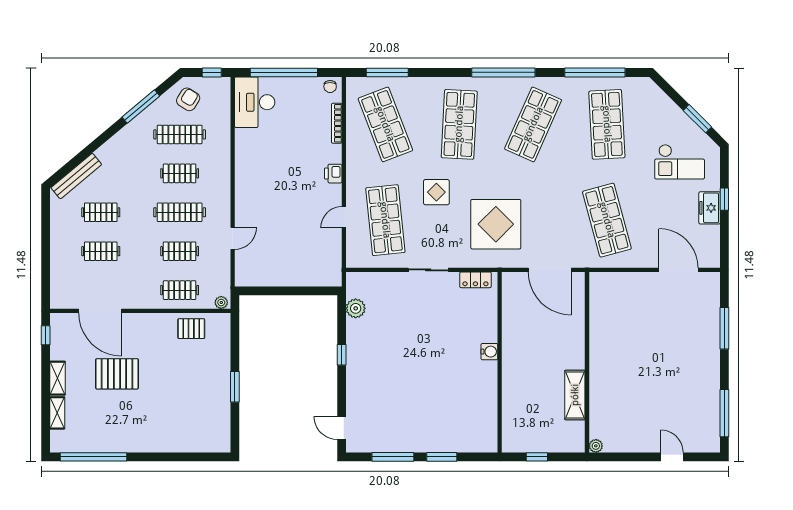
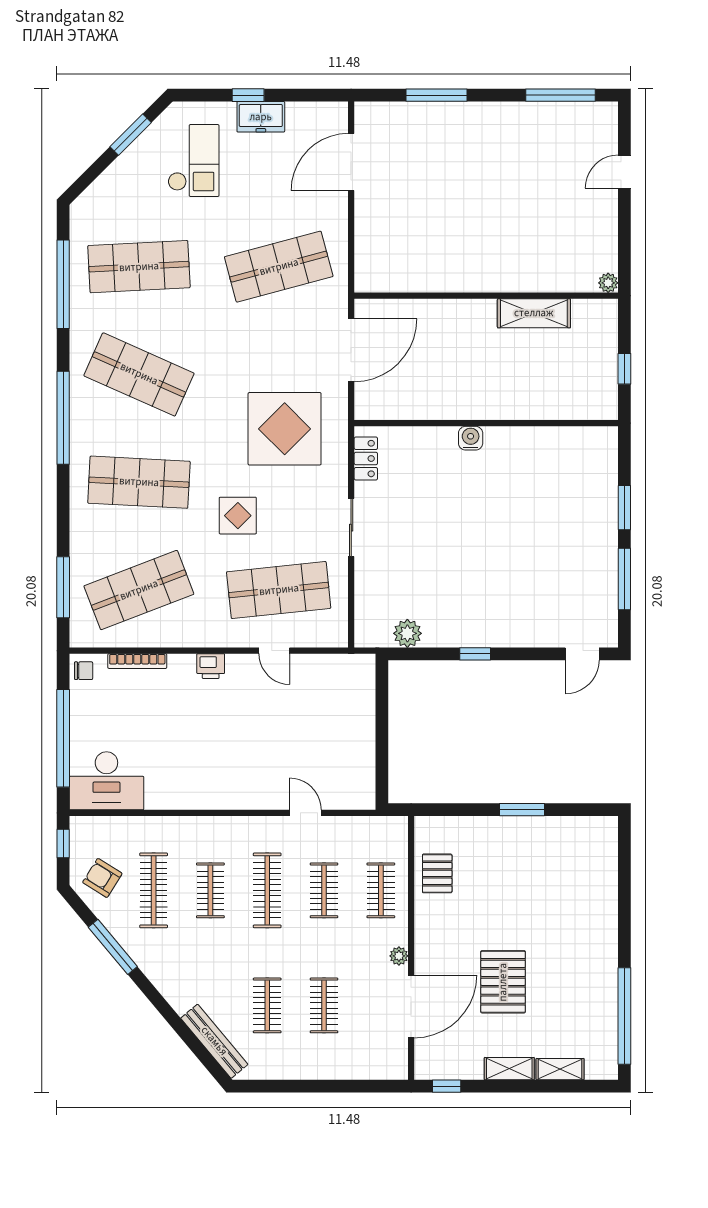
plant: (221, 302) -> (399, 956), moved

